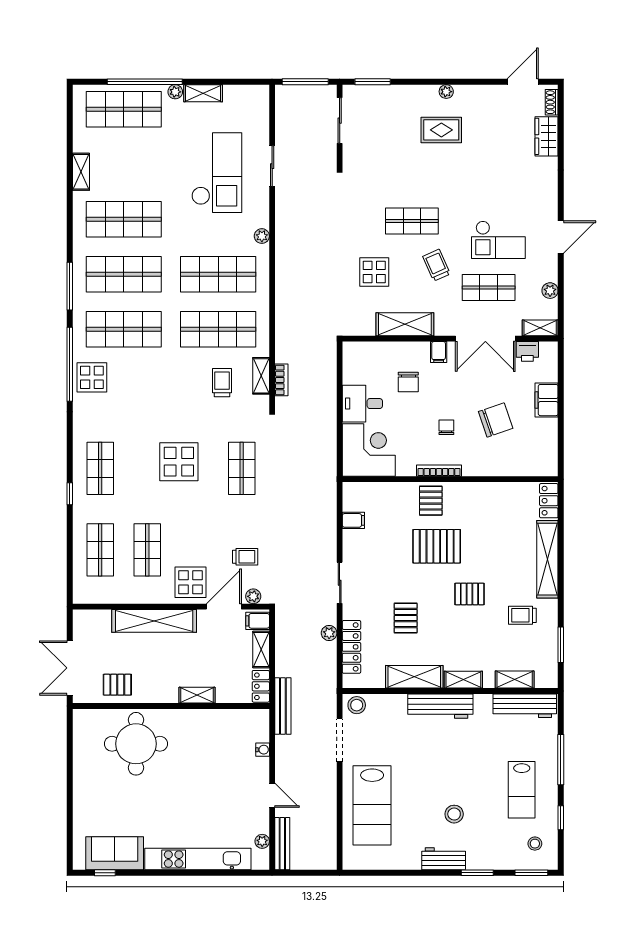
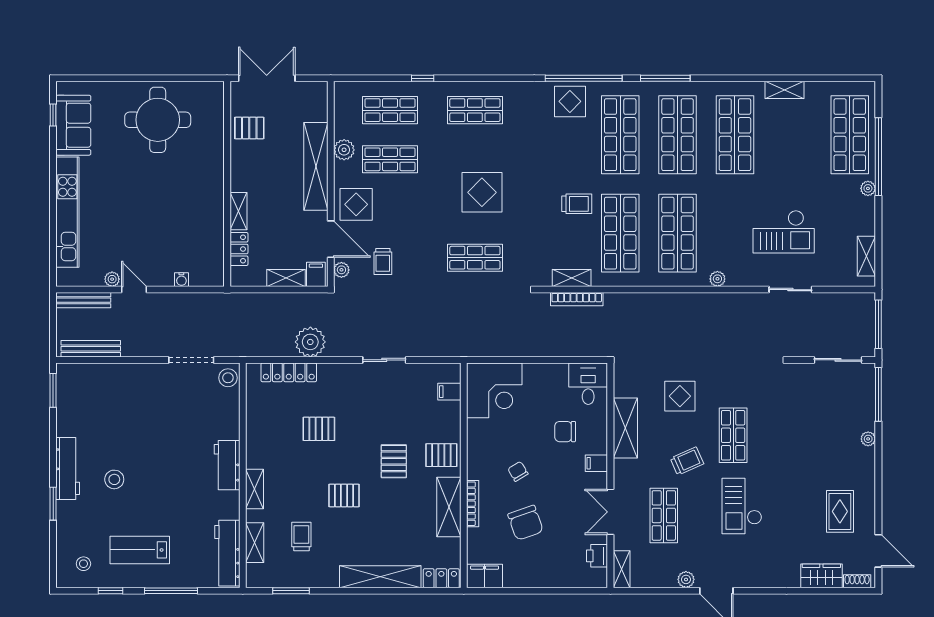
window: (373, 82) -> (878, 394), width x1.44
plant: (446, 92) -> (868, 439), moved
shelving: (203, 93) -> (866, 256), moved
rug: (441, 130) -> (840, 511), moved
checkout: (217, 173) -> (784, 232), width x0.73, depth x0.83
checkout: (498, 240) -> (742, 506), moved
plant: (550, 291) -> (686, 579), moved
double door: (485, 339) -> (610, 512), width x0.73
bookcase: (281, 380) -> (577, 299), width x1.56
trolley: (222, 383) -> (577, 204), moved
filing cabinet: (547, 400) -> (484, 576), moved
desk: (362, 404) -> (588, 384), moved
chair: (446, 427) -> (518, 471), turned -121
bookcase: (439, 471) -> (473, 504), moved
window: (70, 494) -> (423, 78), moved
filing cabinet: (353, 520) -> (449, 392), moved, turned 90
pallet: (437, 546) -> (394, 461), width x0.67, depth x0.71
sliding door: (340, 583) -> (384, 360), moved
plant: (138, 594) -> (344, 150), added
pallet: (469, 594) -> (344, 495), turned 90
trolley: (522, 615) -> (301, 536), moved
plant: (329, 633) -> (310, 342), width x1.87, depth x1.87
shelving: (414, 677) -> (449, 507), moved
pallet: (117, 685) -> (249, 128), turned 90
locker: (261, 686) -> (239, 249), moved, turned 90
bench: (283, 706) -> (91, 349), moved
workbench: (440, 706) -> (227, 465), width x0.73
round table: (136, 744) -> (158, 120), moved
door: (272, 795) -> (134, 290), swing flipped
lab bench: (372, 805) -> (123, 394), removed
plant: (262, 841) -> (112, 279), moved
workbench: (444, 859) -> (68, 469), width x1.37
window: (531, 873) -> (53, 390), moved

